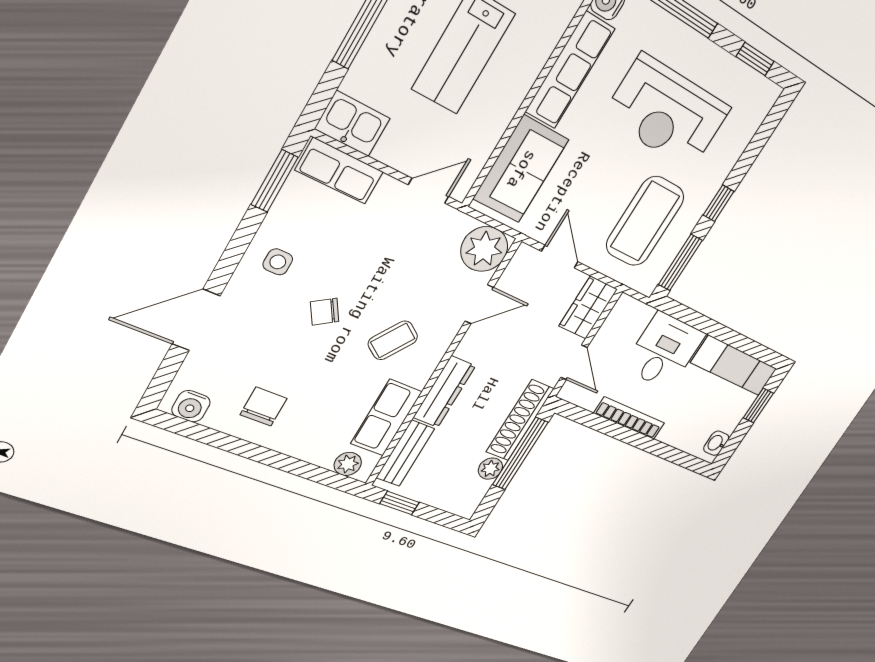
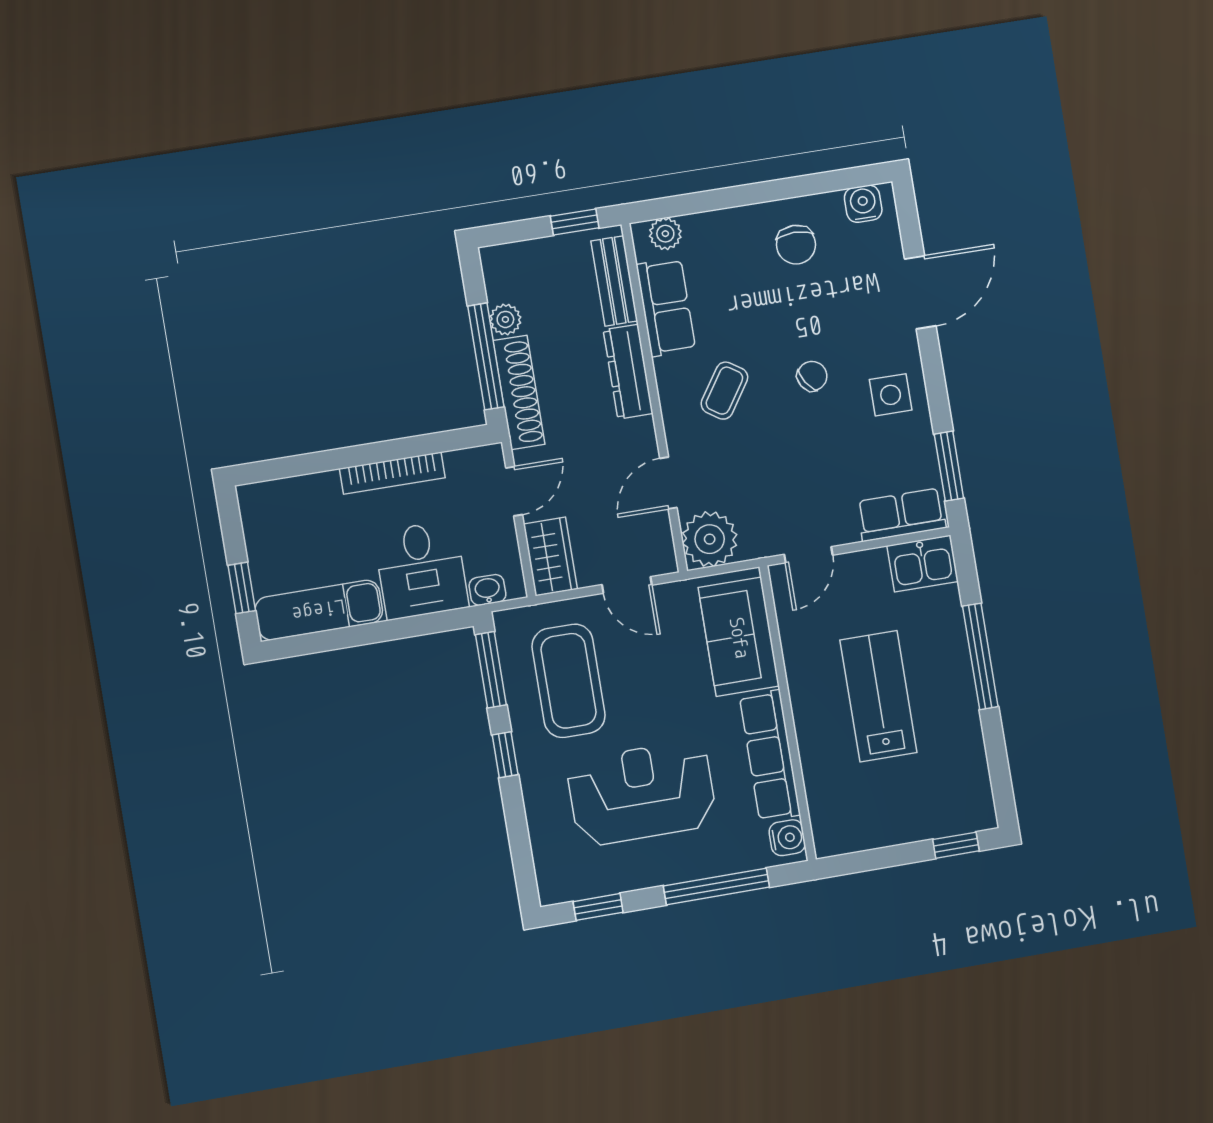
side table: (278, 262) -> (891, 395), width x1.37, depth x1.37
door: (574, 362) -> (514, 491), swing flipped
washbasin: (716, 443) -> (487, 590), moved, turned -90

